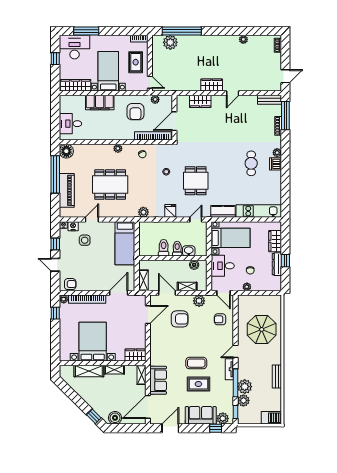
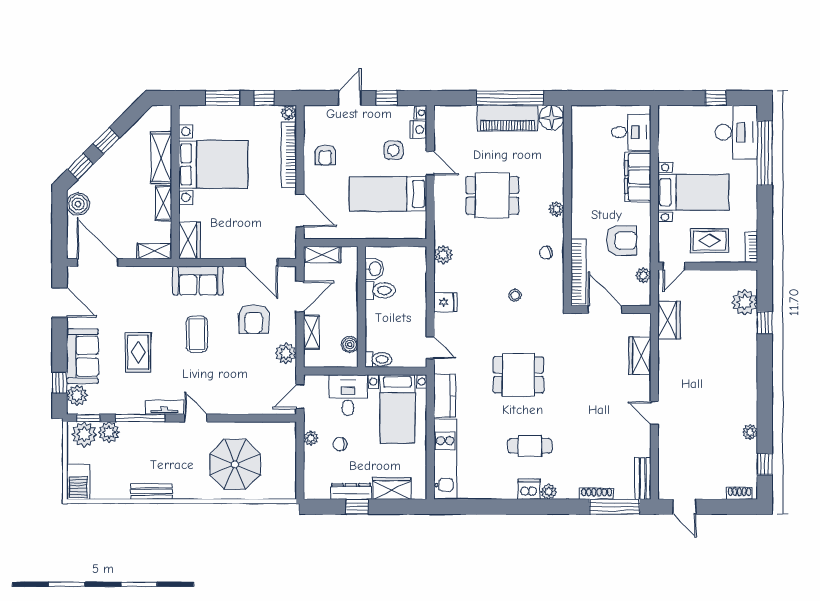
window: (86, 31) -> (765, 153), width x1.46
window: (182, 31) -> (765, 323), width x0.32
window: (261, 31) -> (765, 464), added
wardrobe: (75, 85) -> (668, 134), removed
wardrobe: (212, 85) -> (669, 320), moved
armchair: (135, 112) -> (622, 240), turned 180
desk: (70, 124) -> (631, 132), moved, turned 90
dining table: (196, 181) -> (518, 375), moved
dining table: (110, 185) -> (492, 195), width x0.73
piano: (67, 190) -> (507, 118), moved
bed: (125, 243) -> (388, 194), moved
toilet: (177, 249) -> (378, 359), moved
washbasin: (189, 251) -> (374, 269), moved
armchair: (70, 284) -> (325, 155), moved
armchair: (220, 319) -> (253, 391), removed
window: (55, 336) -> (223, 98), added
coffee table: (196, 363) -> (197, 334), moved
sofa: (158, 380) -> (198, 281), moved
plant: (245, 387) -> (84, 434), moved
window: (79, 402) -> (106, 141), added

